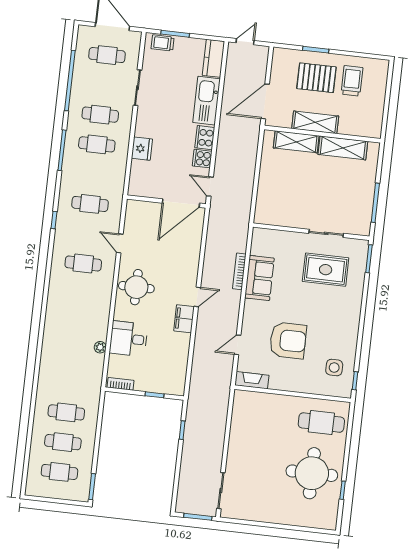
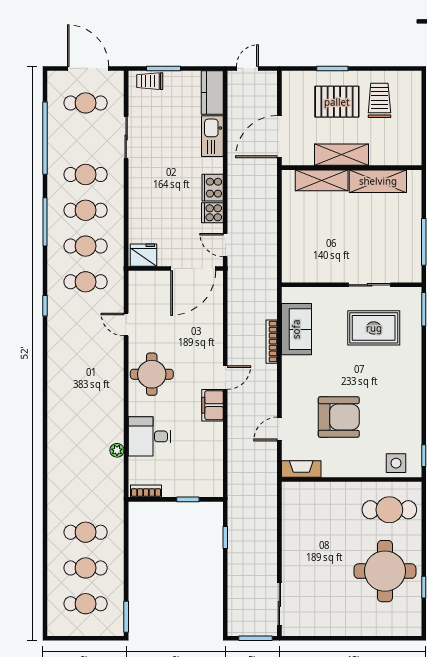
kitchen sink: (207, 101) -> (212, 136), width x0.73, depth x0.81
fridge: (142, 149) -> (143, 255), moved, turned -90
cafe table: (83, 263) -> (86, 246), moved
sofa: (259, 278) -> (296, 329), moved
side table: (334, 368) -> (396, 463), moved

